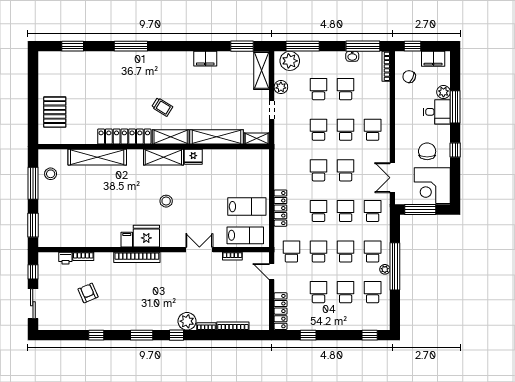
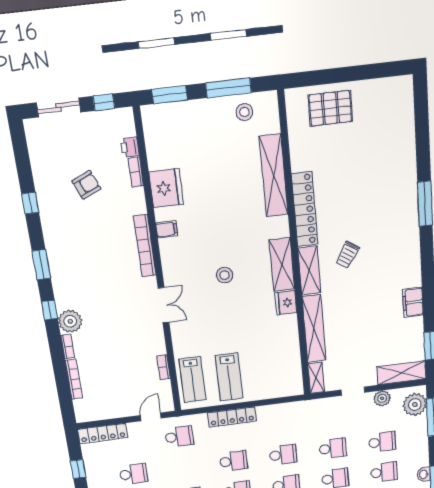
window: (73, 46) -> (422, 123), removed
fridge: (146, 236) -> (166, 188), moved
double door: (199, 250) -> (164, 305), moved
school desk: (318, 252) -> (184, 468), removed

